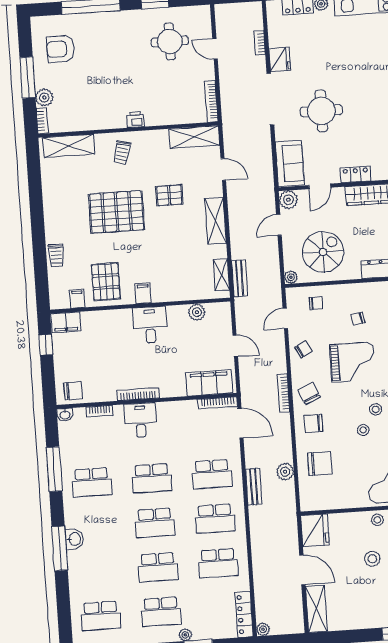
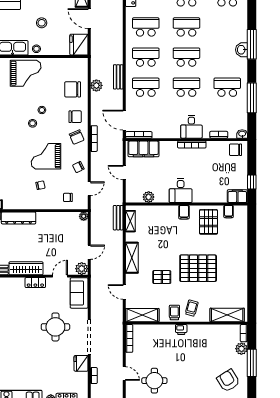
armchair: (61, 49) -> (228, 381), turned -122
spiral stairs: (323, 252) -> (61, 232), removed
trolley: (56, 255) -> (174, 312), moved

